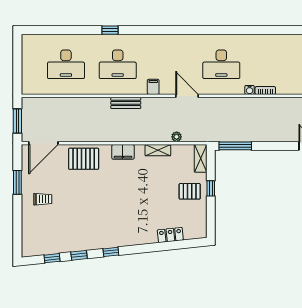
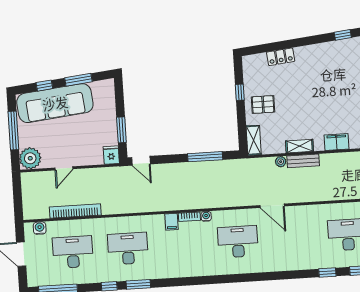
window: (139, 30) -> (327, 273), added
filing cabinet: (153, 87) -> (172, 222), moved
bench: (126, 103) -> (303, 161), moved
window: (235, 146) -> (205, 157), moved
window: (211, 188) -> (240, 92), moved

